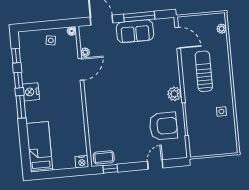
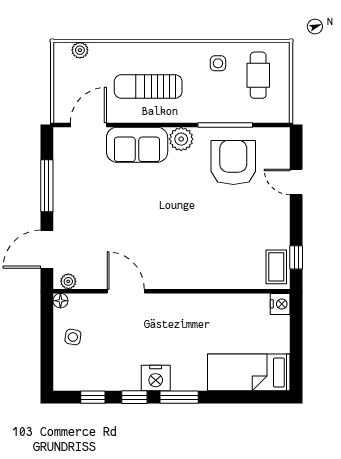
sofa: (135, 31) -> (137, 145), moved, turned 90
plant: (85, 52) -> (68, 281), moved
cafe table: (217, 136) -> (258, 75), added

